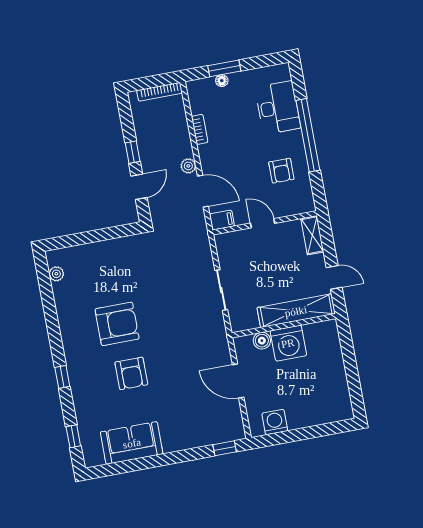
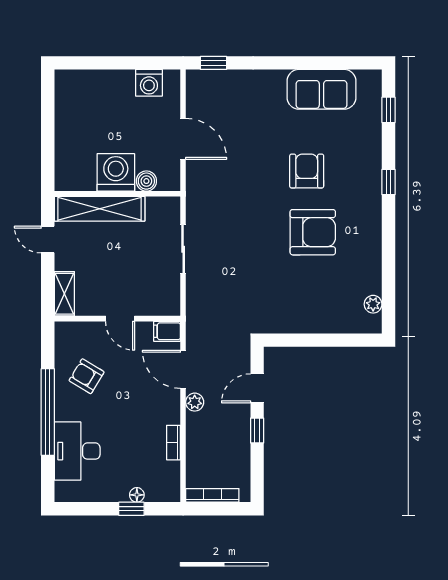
window: (224, 68) -> (131, 509), width x0.67
armchair: (281, 171) -> (87, 376), turned -59
armchair: (117, 324) -> (313, 232), turned 180

